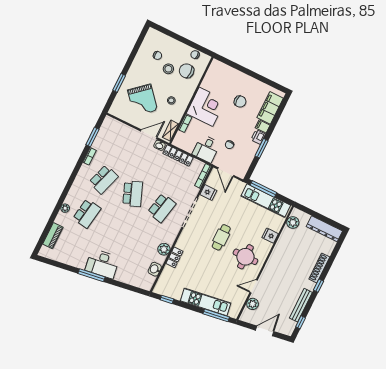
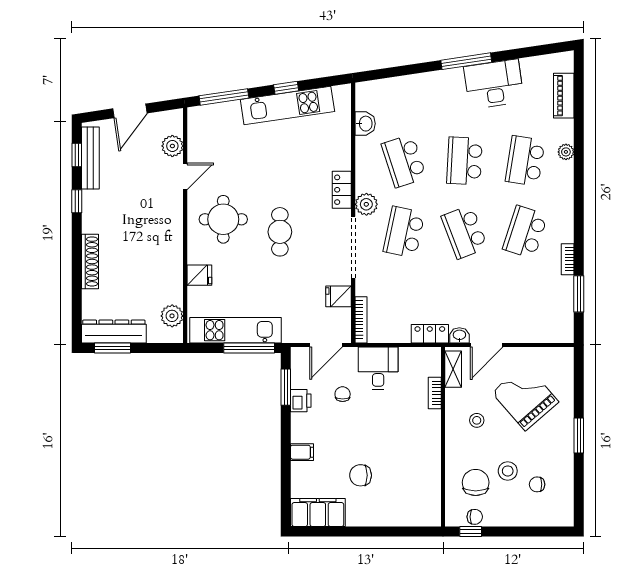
window: (200, 49) -> (471, 532), added
chair: (187, 71) -> (476, 482), turned -90
window: (119, 83) -> (579, 436), moved
corner desk: (206, 107) -> (413, 438), removed
filing cabinet: (270, 108) -> (318, 513), moved, turned -90
printer: (258, 137) -> (301, 401), moved
window: (262, 148) -> (286, 387), moved
locker: (178, 155) -> (430, 334), width x0.66
door: (226, 172) -> (326, 345), swing flipped
window: (329, 221) -> (113, 348), added
school desk: (116, 228) -> (465, 161), added
school desk: (145, 242) -> (404, 161), added
plant: (164, 249) -> (366, 204), moved
locker: (174, 257) -> (342, 190), moved
desk: (102, 264) -> (494, 84), moved
window: (319, 286) -> (77, 201), moved
window: (167, 299) -> (286, 88), moved
kitchen unit: (206, 302) -> (287, 106), moved
bench: (301, 305) -> (90, 158), moved

